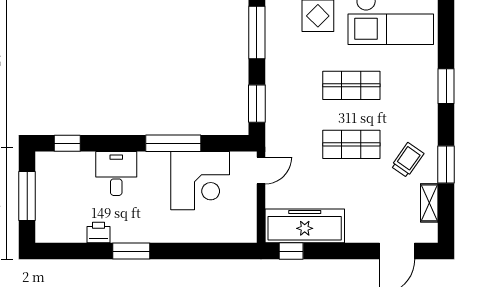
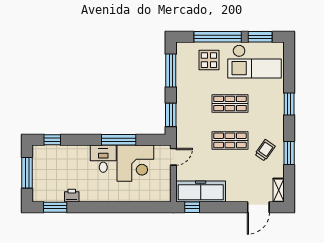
desk: (116, 173) -> (103, 159), moved
shelving: (429, 203) -> (279, 190), moved
window: (131, 251) -> (55, 207), moved

